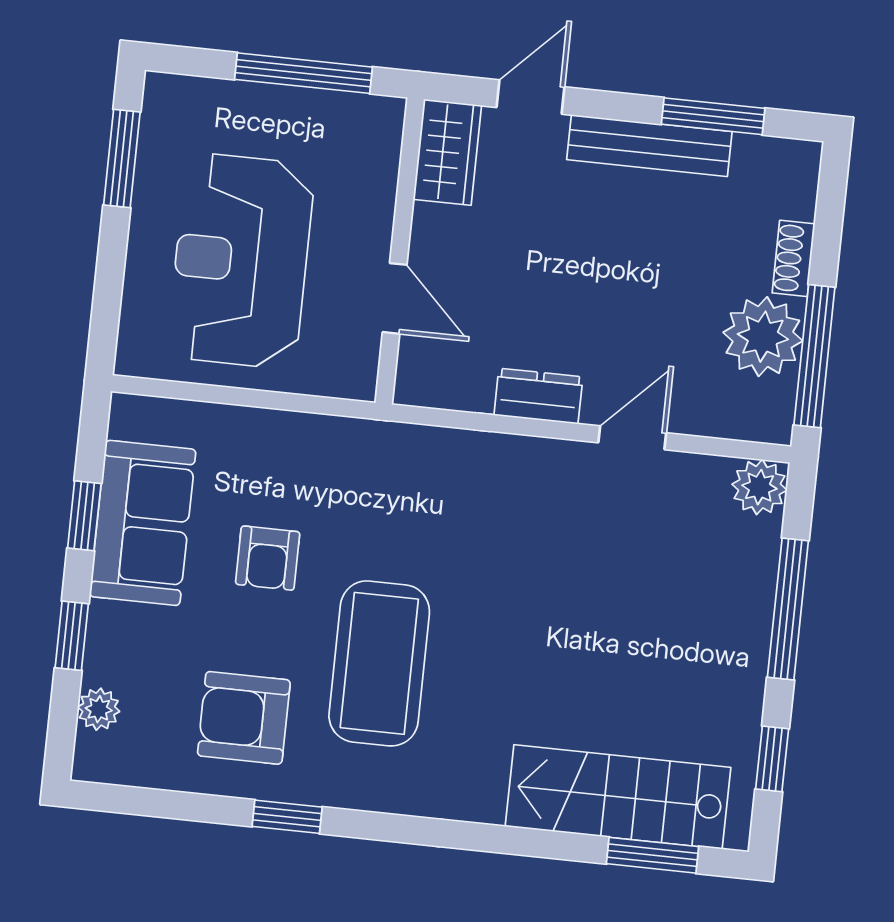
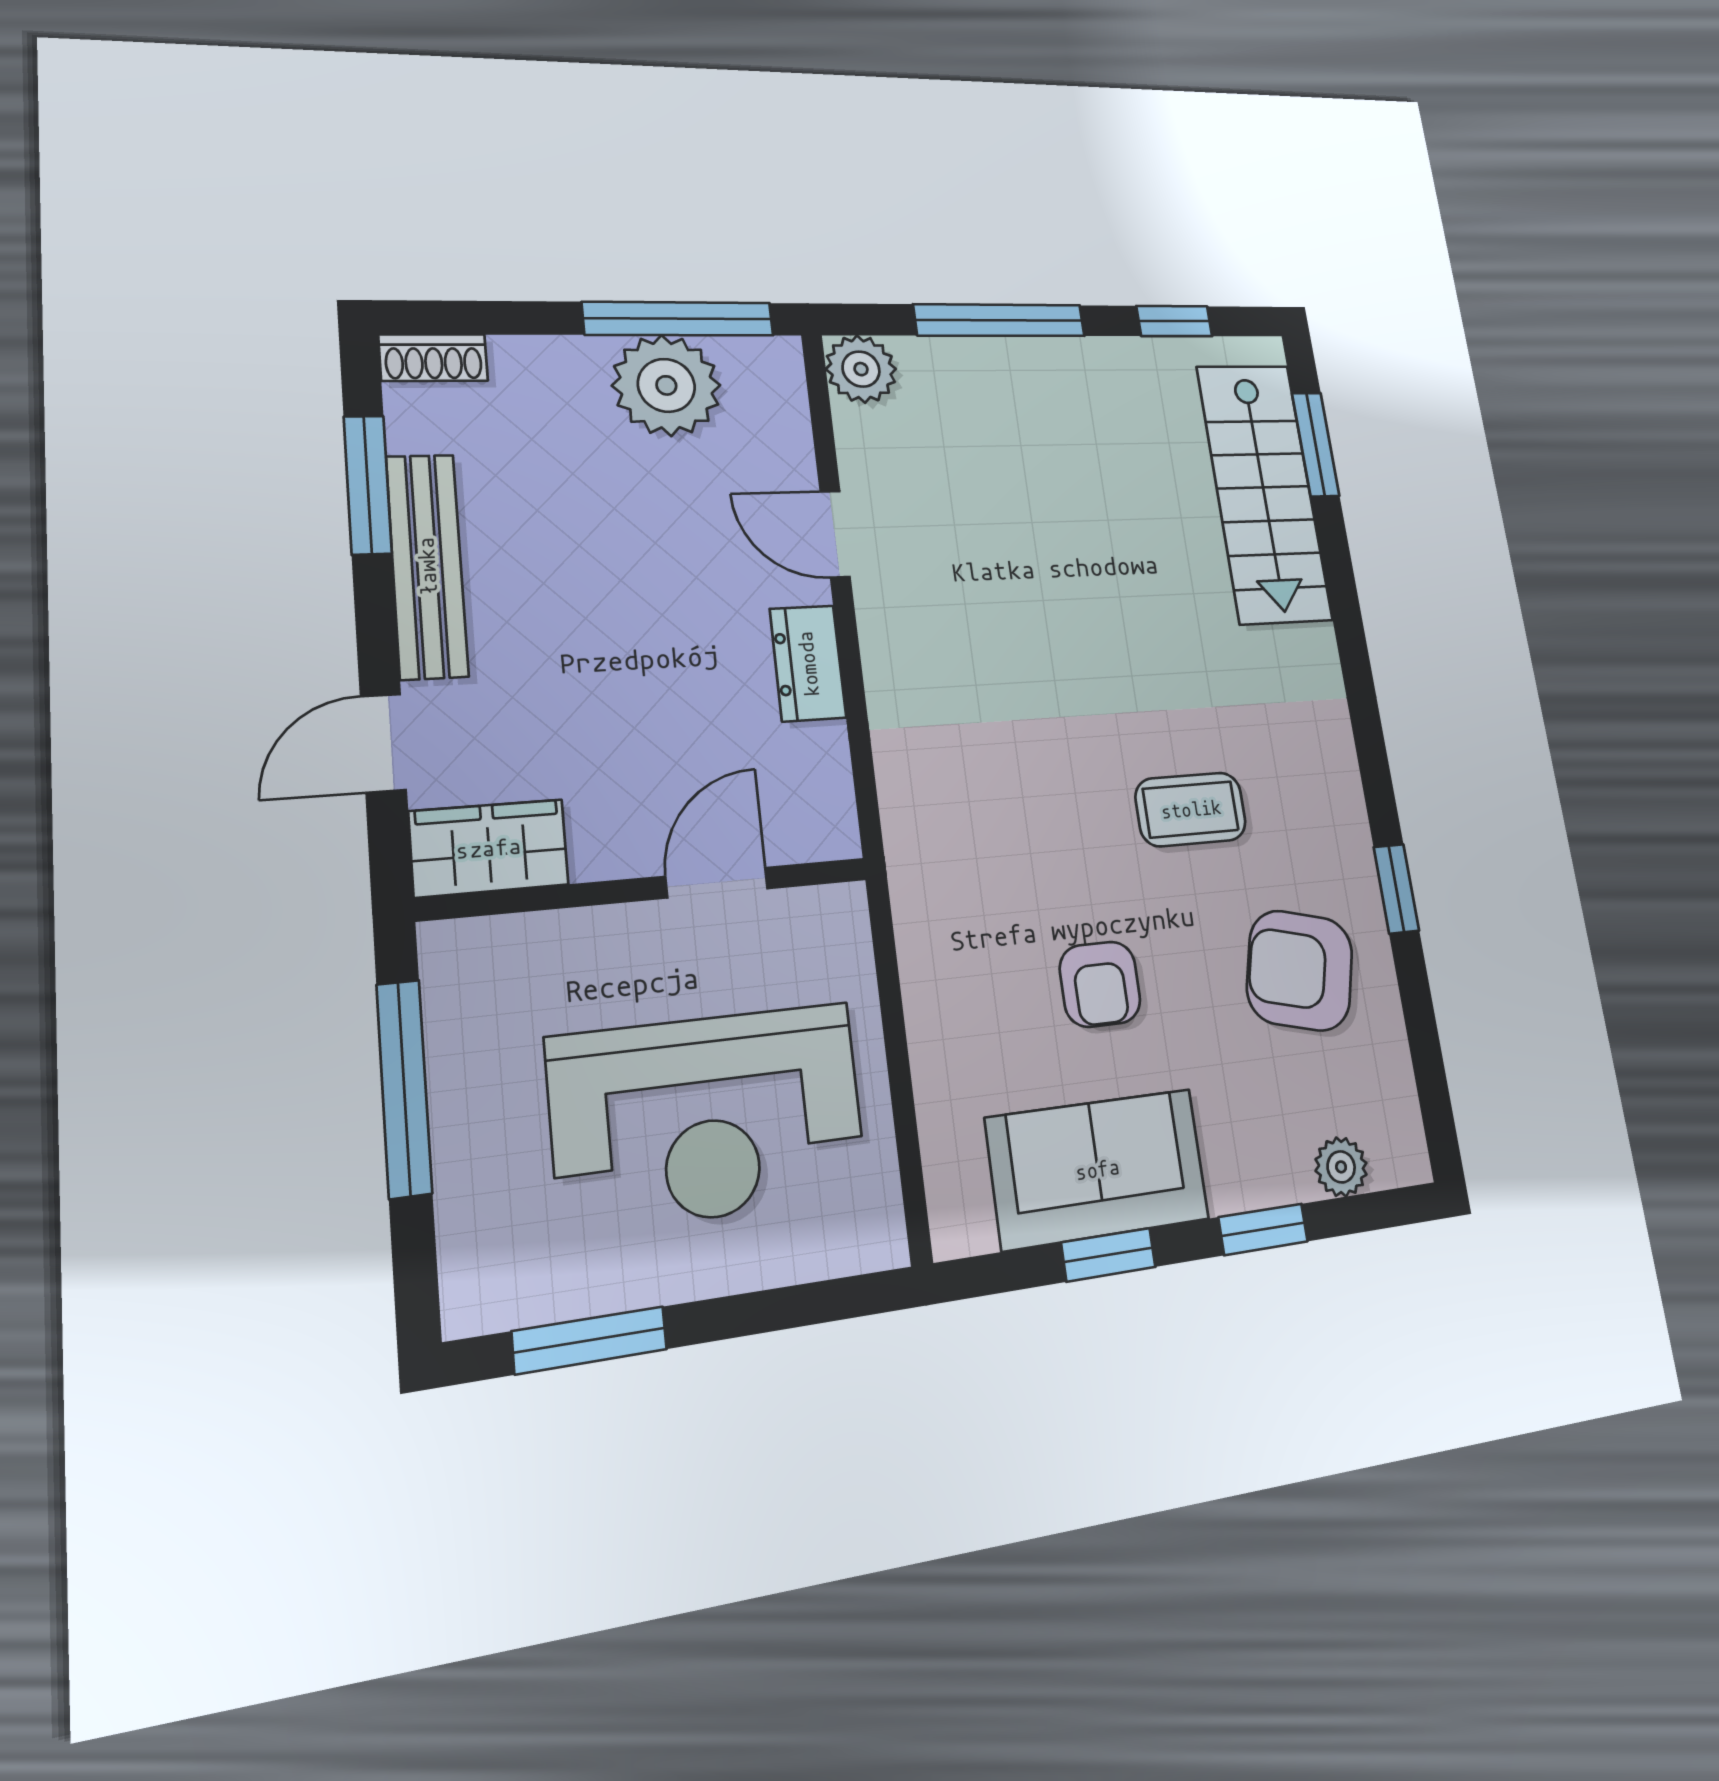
door: (530, 97) -> (383, 743), hinge flipped
shoe rack: (794, 258) -> (433, 358), moved
armchair: (268, 558) -> (1100, 984), turned 90
coffee table: (379, 663) -> (1191, 809), width x0.54, depth x0.58
armchair: (244, 718) -> (1300, 970), turned 104

